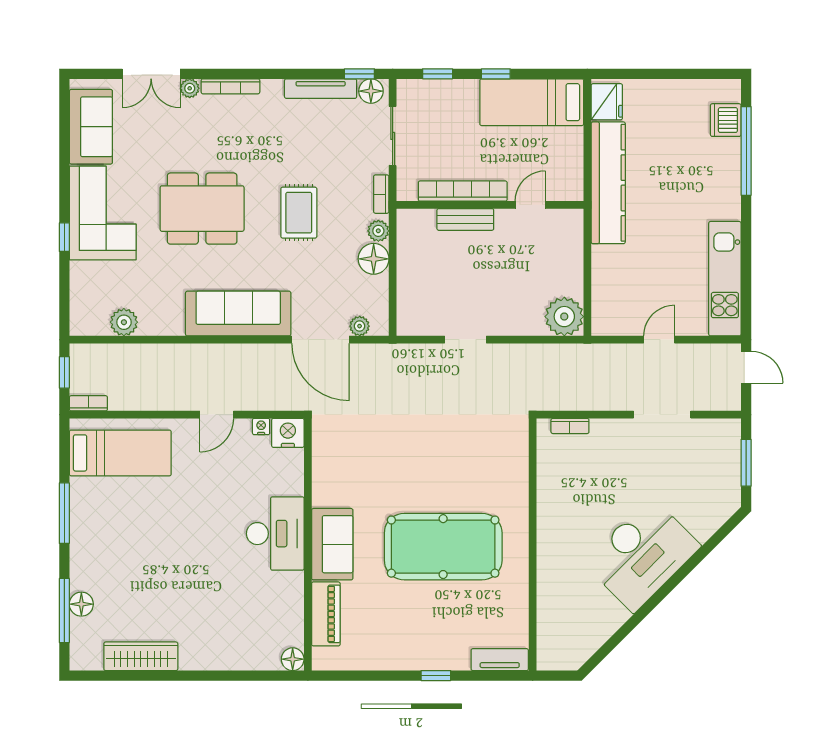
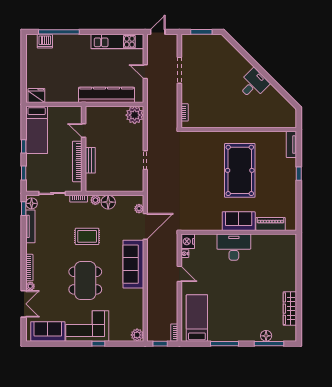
kitchen counter: (608, 183) -> (107, 95), moved
plant: (124, 322) -> (137, 335), moved
desk: (642, 554) -> (253, 84), width x0.53, depth x0.77
floor lamp: (293, 659) -> (291, 239), removed

